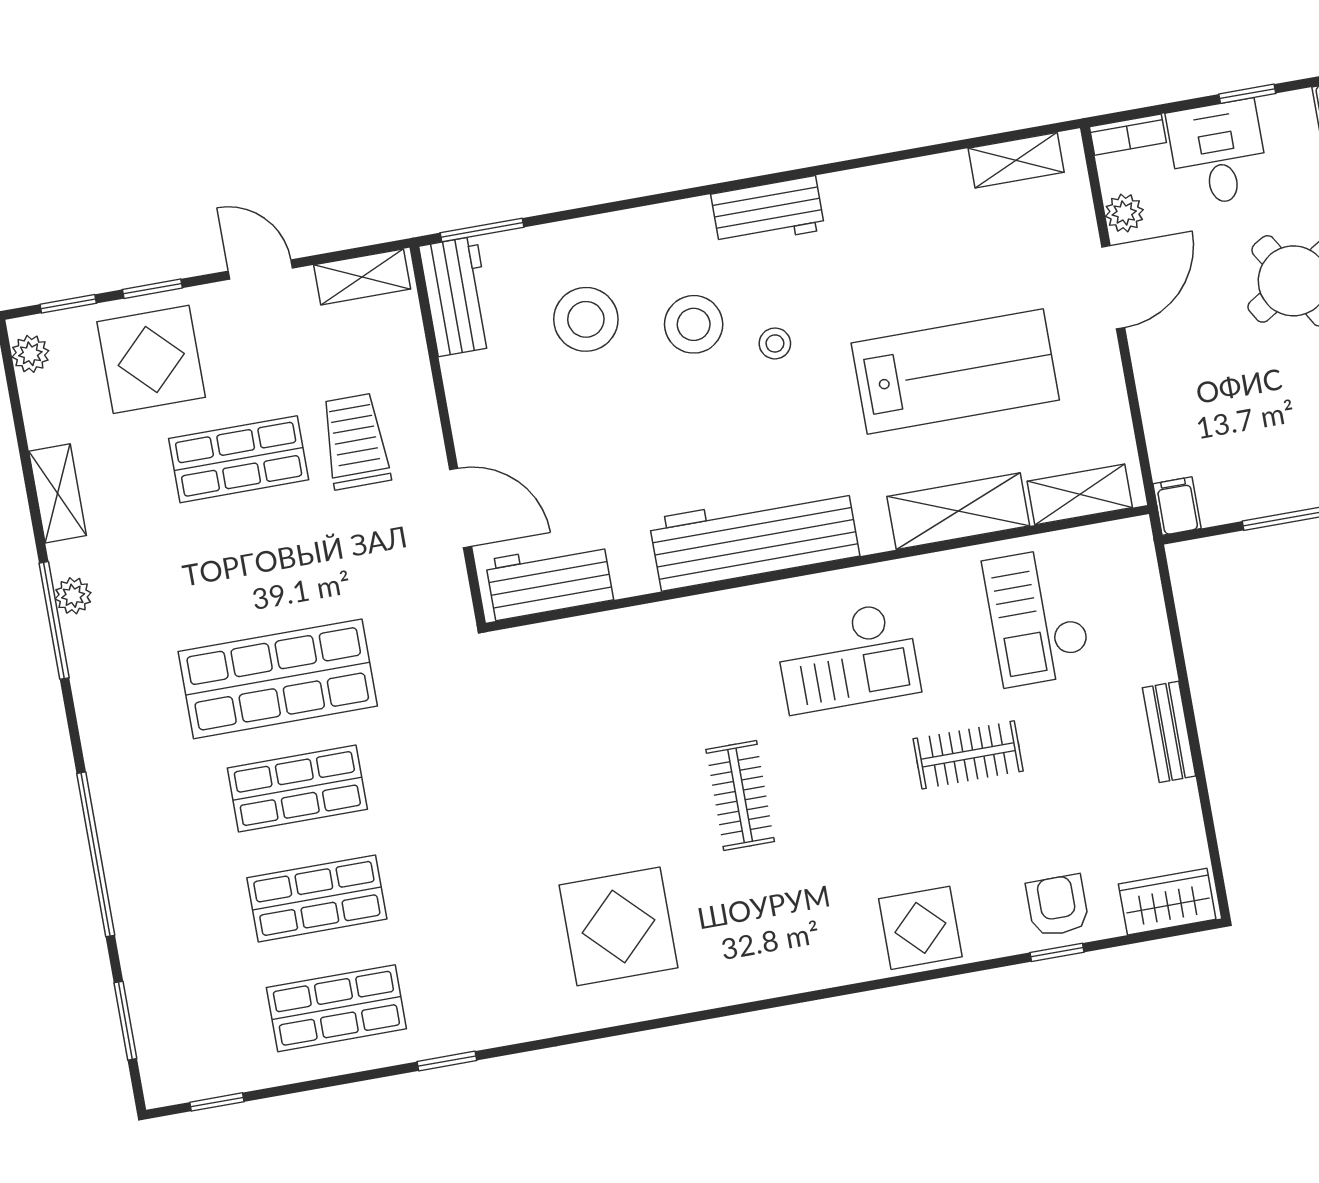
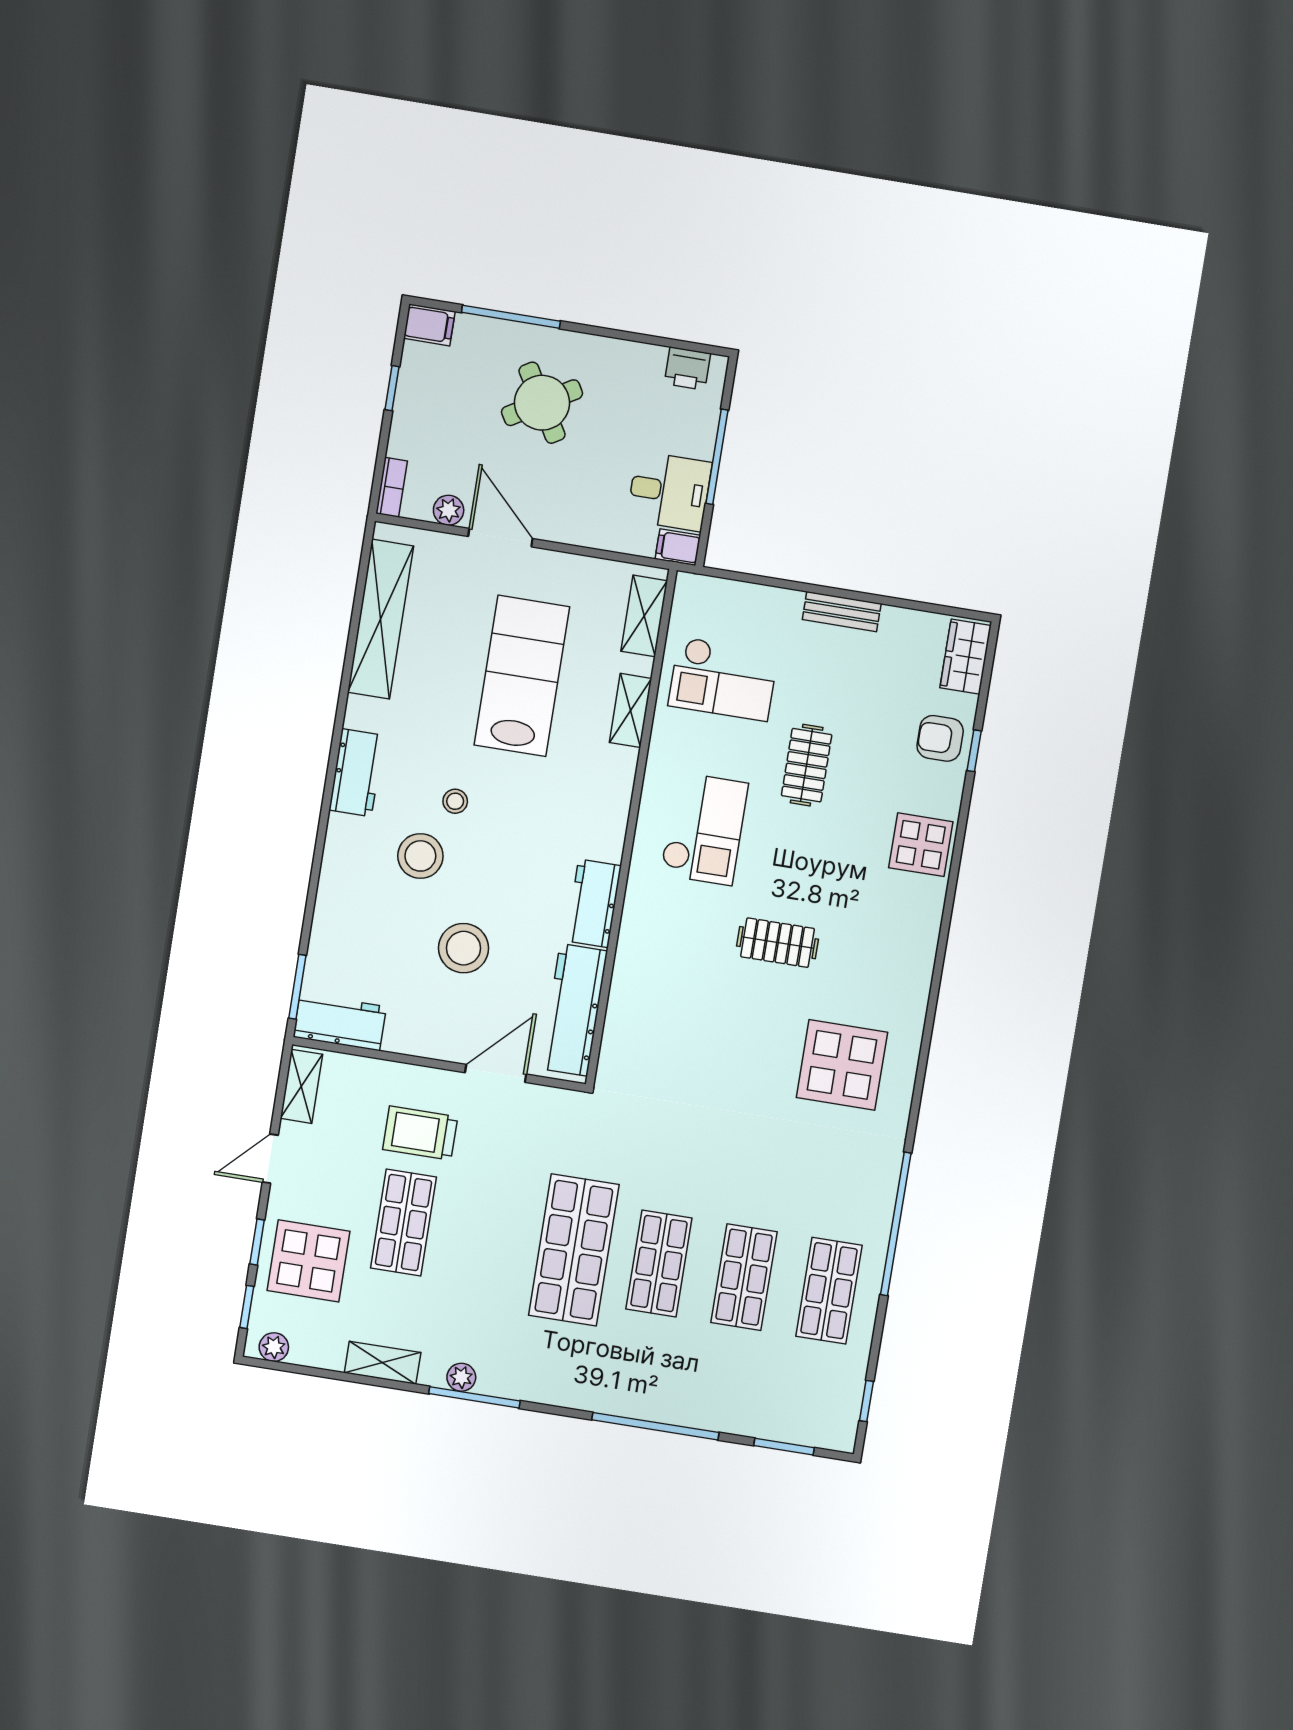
desk: (1218, 153) -> (669, 491), moved, turned 180
shelving: (1016, 160) -> (381, 619), width x2.20, depth x1.33
stool: (586, 319) -> (464, 948), moved
shelving: (958, 511) -> (630, 710), width x0.67, depth x0.75
workbench: (754, 538) -> (593, 903), width x0.53, depth x0.76
workbench: (549, 580) -> (574, 1010), width x1.38
window: (447, 1061) -> (896, 1224), width x3.17

